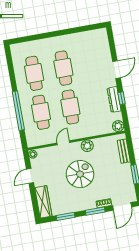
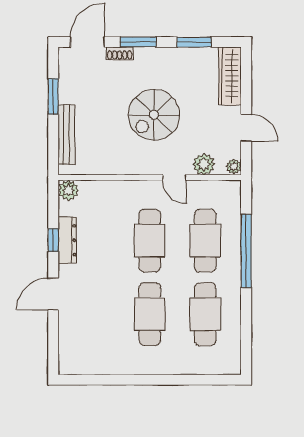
door: (63, 143) -> (174, 178), hinge flipped
plant: (87, 146) -> (204, 164), moved
bench: (124, 151) -> (66, 135), width x1.36
door: (30, 176) -> (246, 128), hinge flipped

